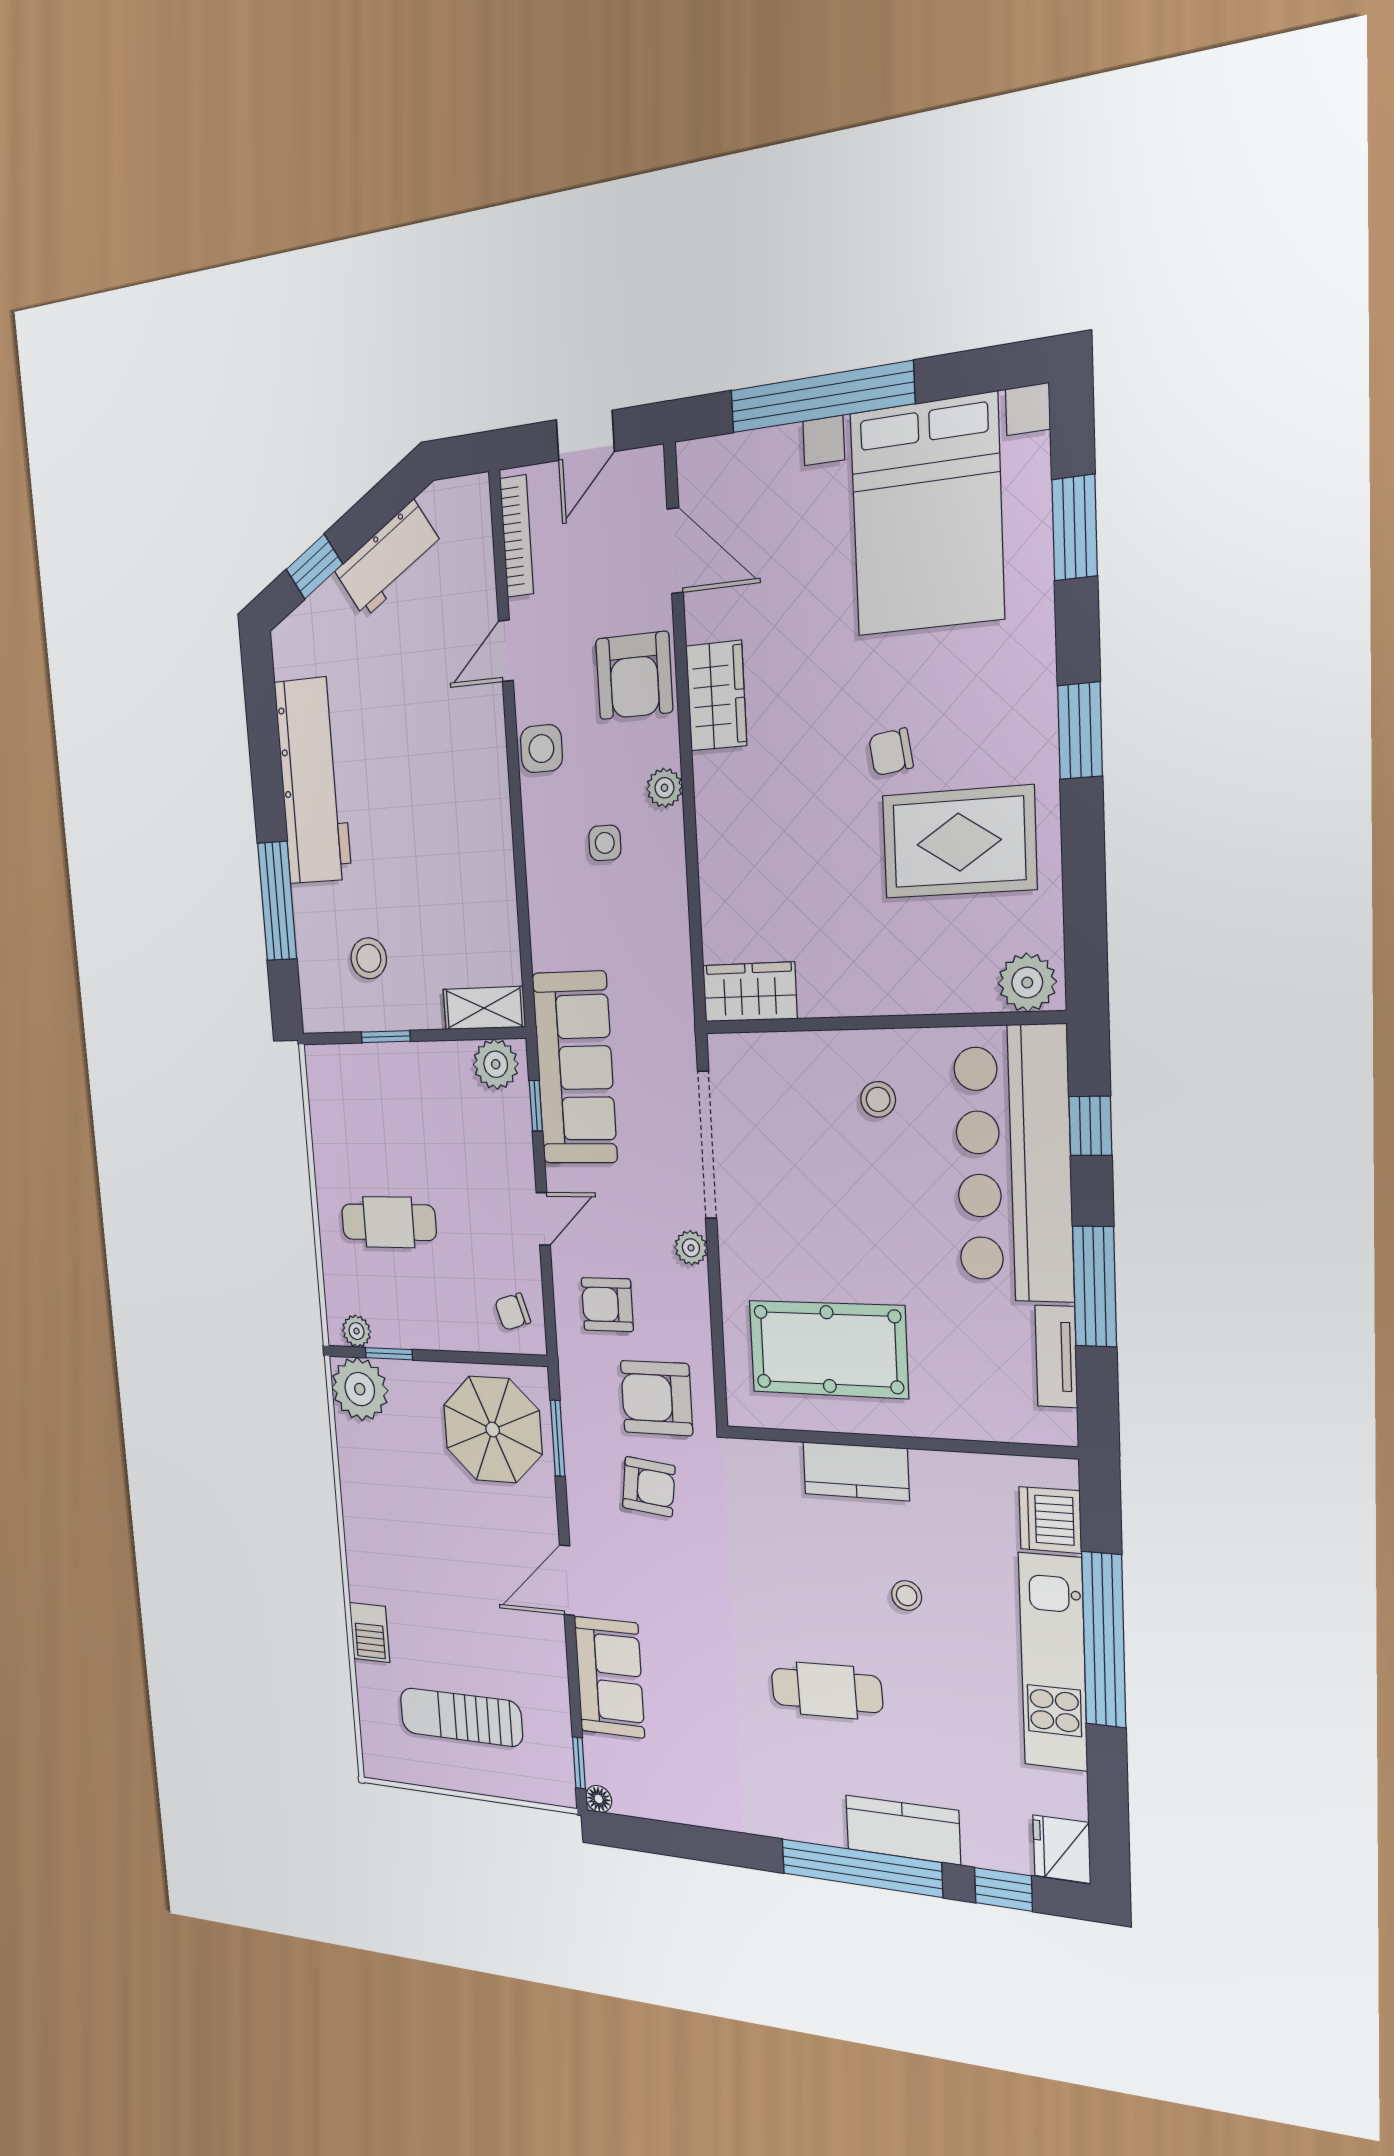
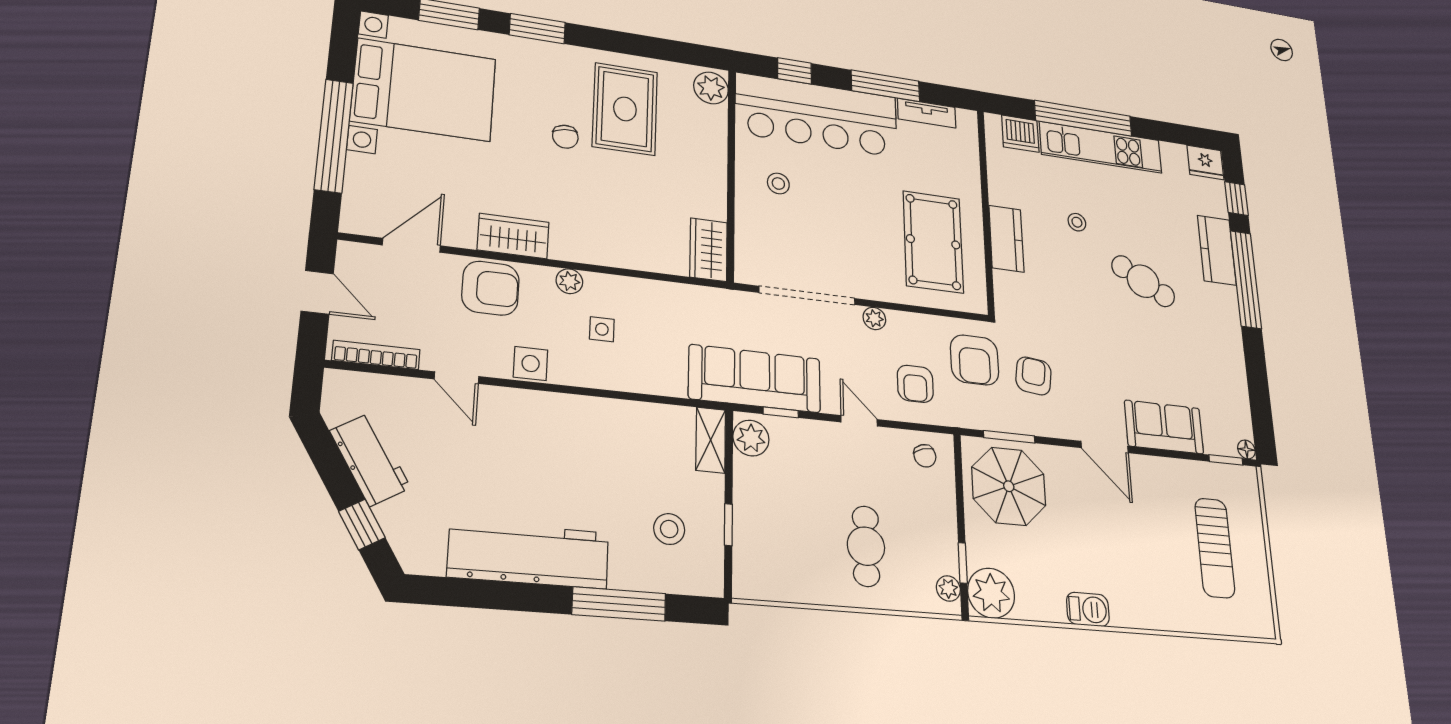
window: (1080, 731) -> (537, 29), moved
barbecue: (370, 1632) -> (1088, 609), moved
cafe table: (827, 1690) -> (1143, 281), turned -58

